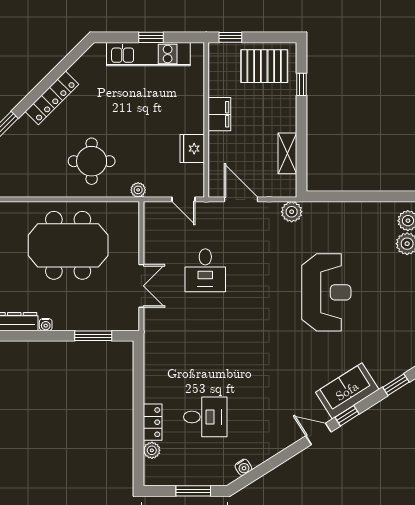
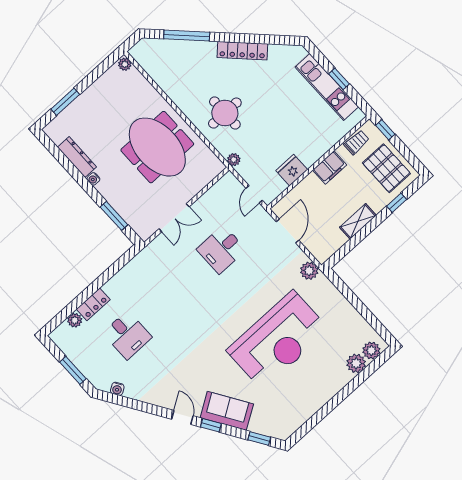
trolley: (219, 72) -> (357, 142), added
shelving: (287, 153) -> (358, 221), moved
reception desk: (326, 292) -> (278, 340), width x1.36, depth x1.30

